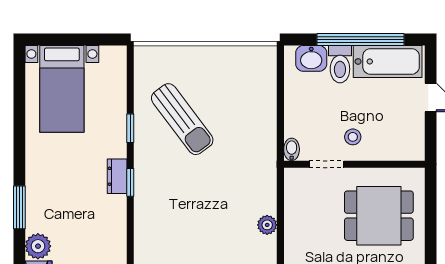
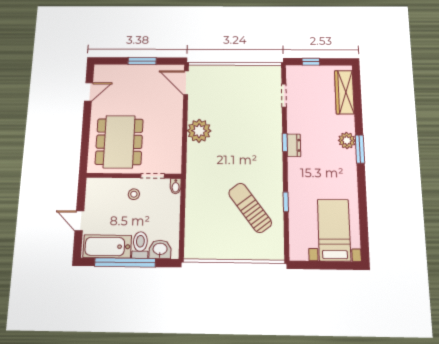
dresser: (117, 176) -> (294, 145), moved
window: (130, 182) -> (285, 142), moved
dining table: (379, 216) -> (119, 142), width x1.38
plant: (267, 225) -> (199, 131), width x1.88, depth x1.88
plant: (38, 246) -> (347, 140), moved

